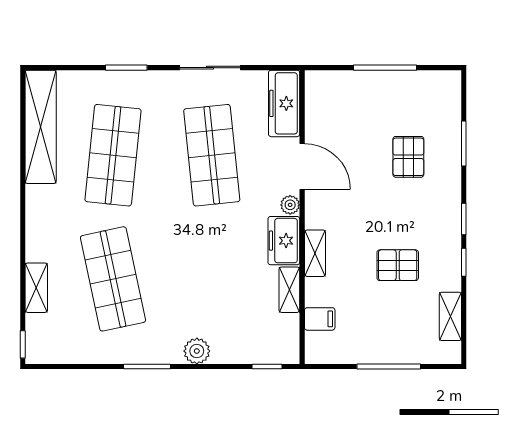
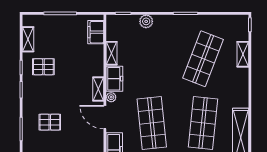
pallet: (408, 157) -> (50, 122), turned 90
shelving: (315, 253) -> (98, 89), moved
pallet: (398, 265) -> (43, 67), moved
shop shelf: (113, 279) -> (203, 59), turned 33
filing cabinet: (320, 319) -> (96, 32), width x2.00
plant: (197, 351) -> (146, 21), moved

